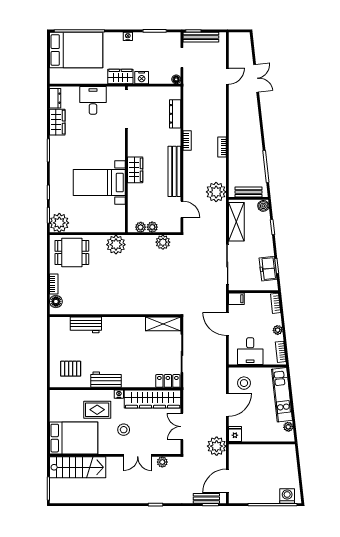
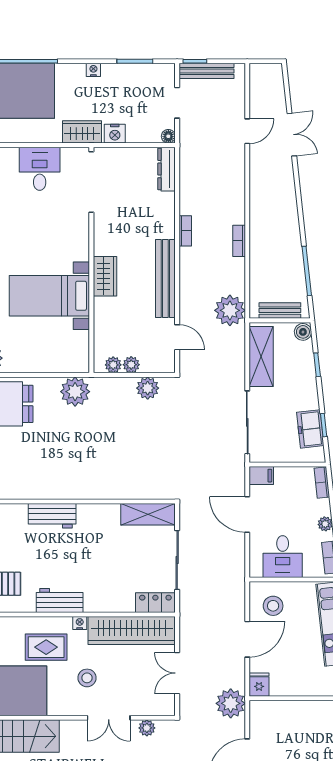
dresser: (175, 114) -> (167, 169), moved
workbench: (86, 325) -> (52, 516), moved

